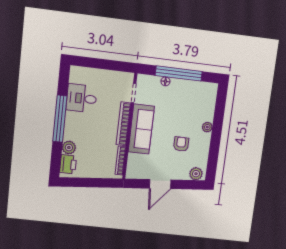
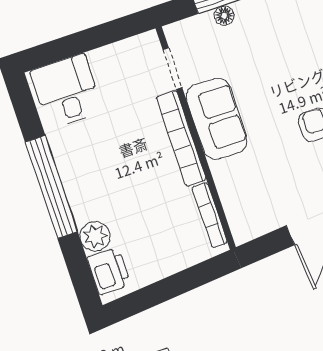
desk: (82, 98) -> (67, 91), moved, turned 90
sofa: (141, 129) -> (217, 119), width x0.73

